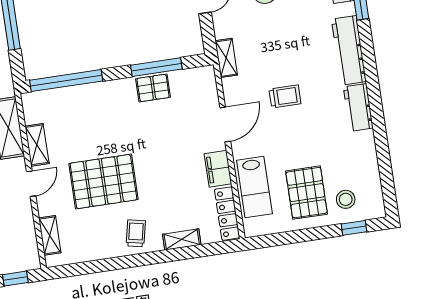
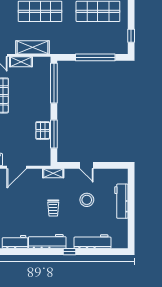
trolley: (285, 96) -> (53, 208), moved
door: (225, 124) -> (17, 167), hinge flipped

